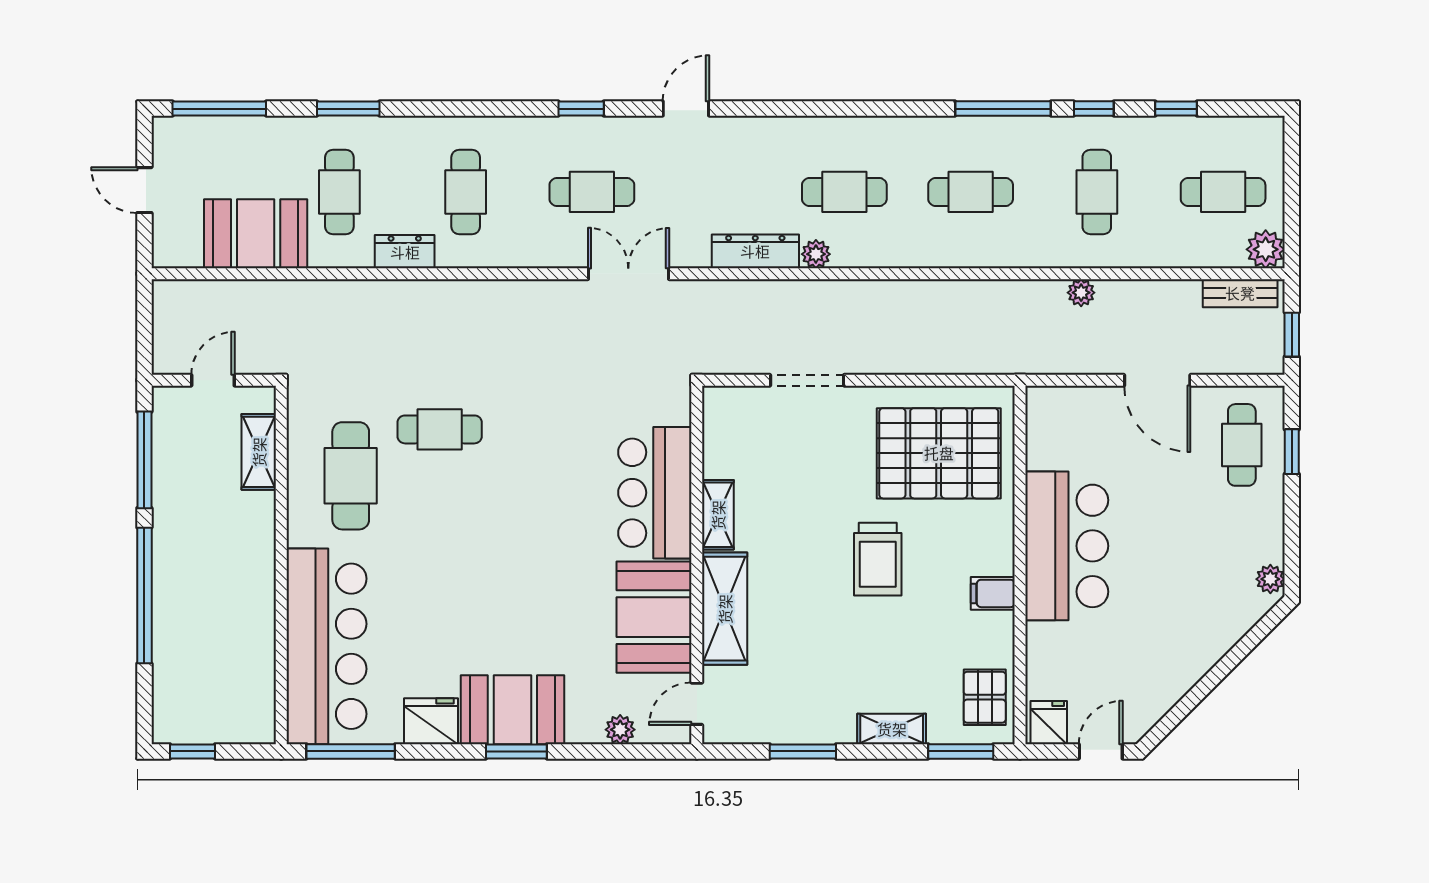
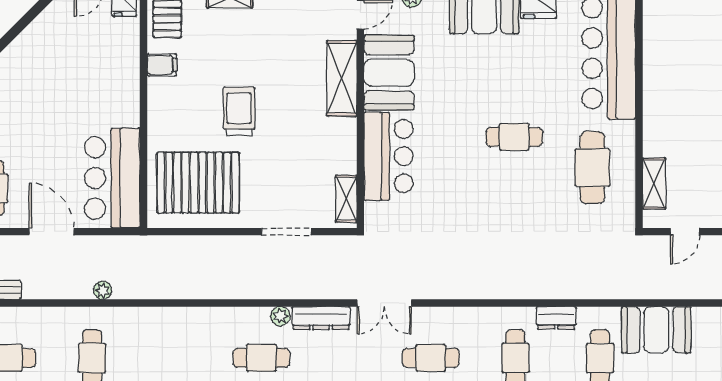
cafe table: (971, 192) -> (177, 358), removed
double door: (628, 274) -> (384, 303), moved
cafe table: (440, 429) -> (514, 137), moved
shelving: (718, 515) -> (346, 199), moved
bar counter: (1067, 546) -> (112, 178), moved
filing cabinet: (993, 593) -> (162, 65), moved

